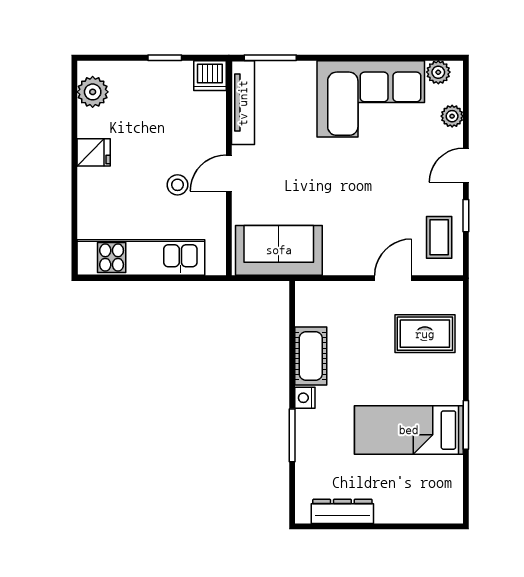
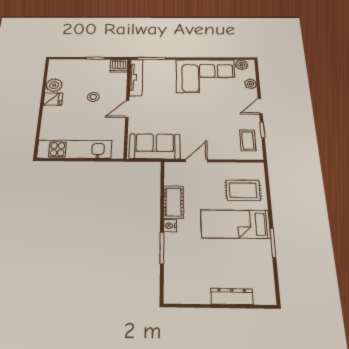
plant: (93, 92) -> (54, 85), moved
stool: (177, 185) -> (93, 97), moved
door: (393, 278) -> (197, 161), moved
bed: (409, 430) -> (235, 224), moved
dresser: (342, 511) -> (232, 296), moved

